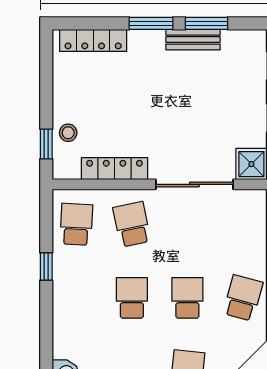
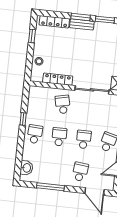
bench: (193, 40) -> (82, 24), moved
window: (46, 144) -> (32, 36), moved
school desk: (76, 224) -> (35, 134), moved

